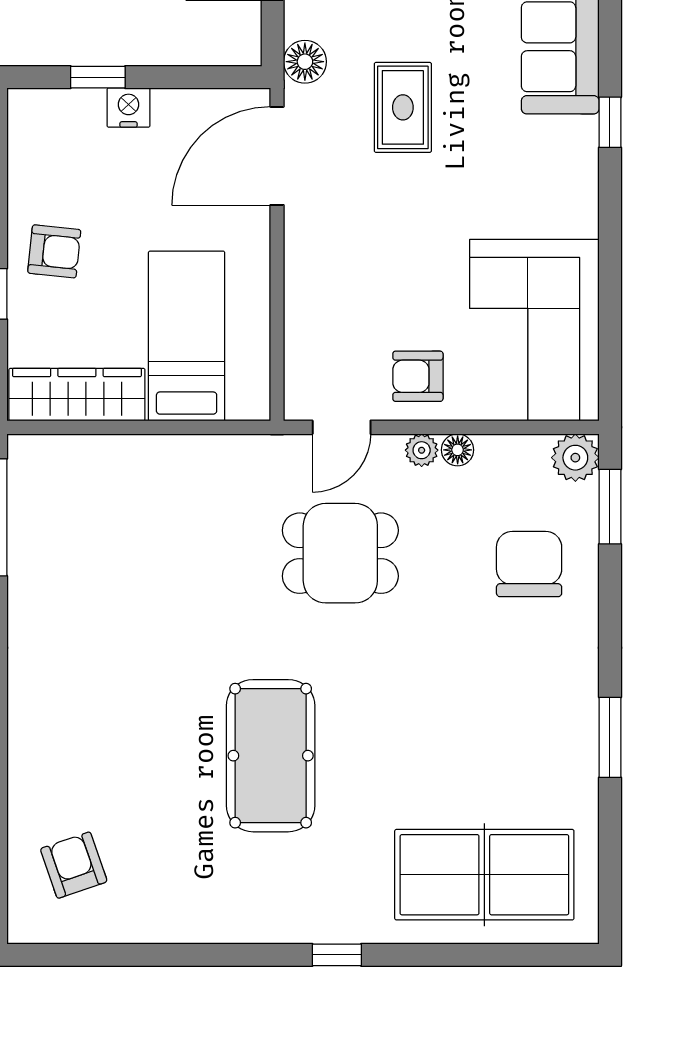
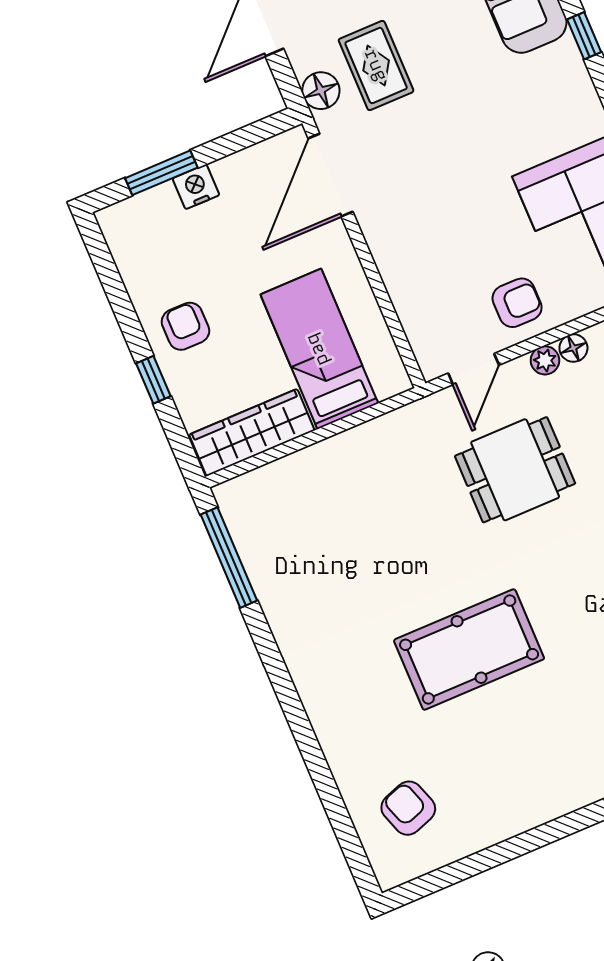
window: (98, 77) -> (161, 173), width x1.50
rug: (403, 107) -> (376, 65), moved
armchair: (54, 251) -> (185, 326), turned -96
armchair: (418, 376) -> (517, 303), turned 180
pool table: (271, 756) -> (469, 649), moved, turned 90

